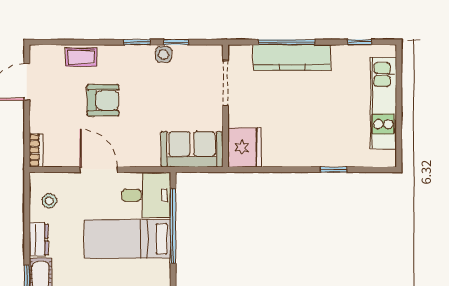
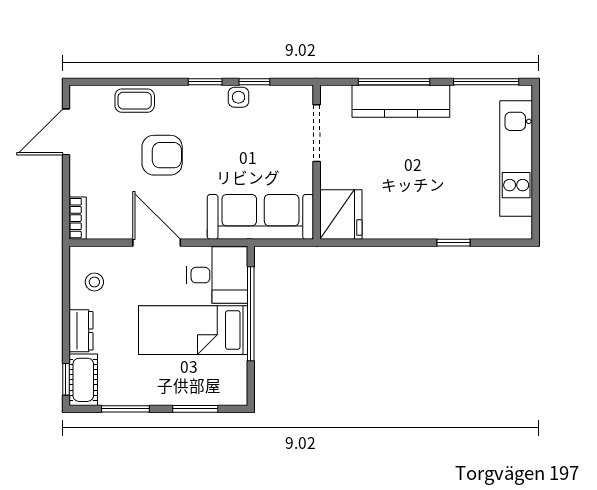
window: (360, 42) -> (486, 82), width x2.17
sofa: (192, 149) -> (260, 217), width x1.36

